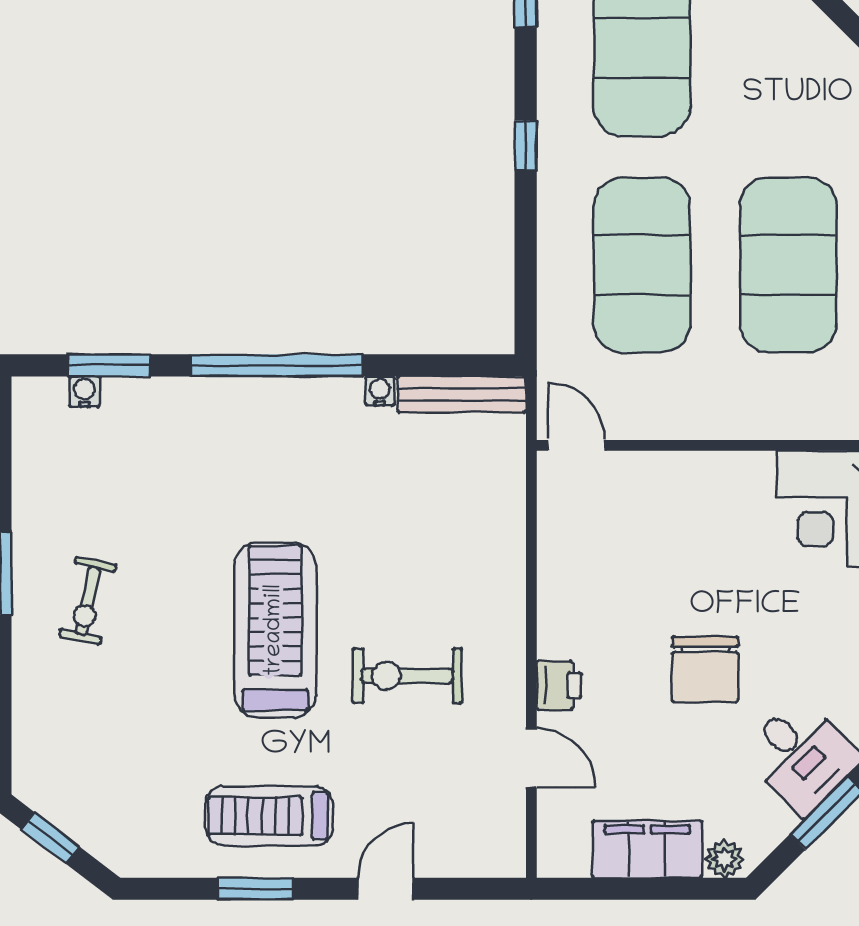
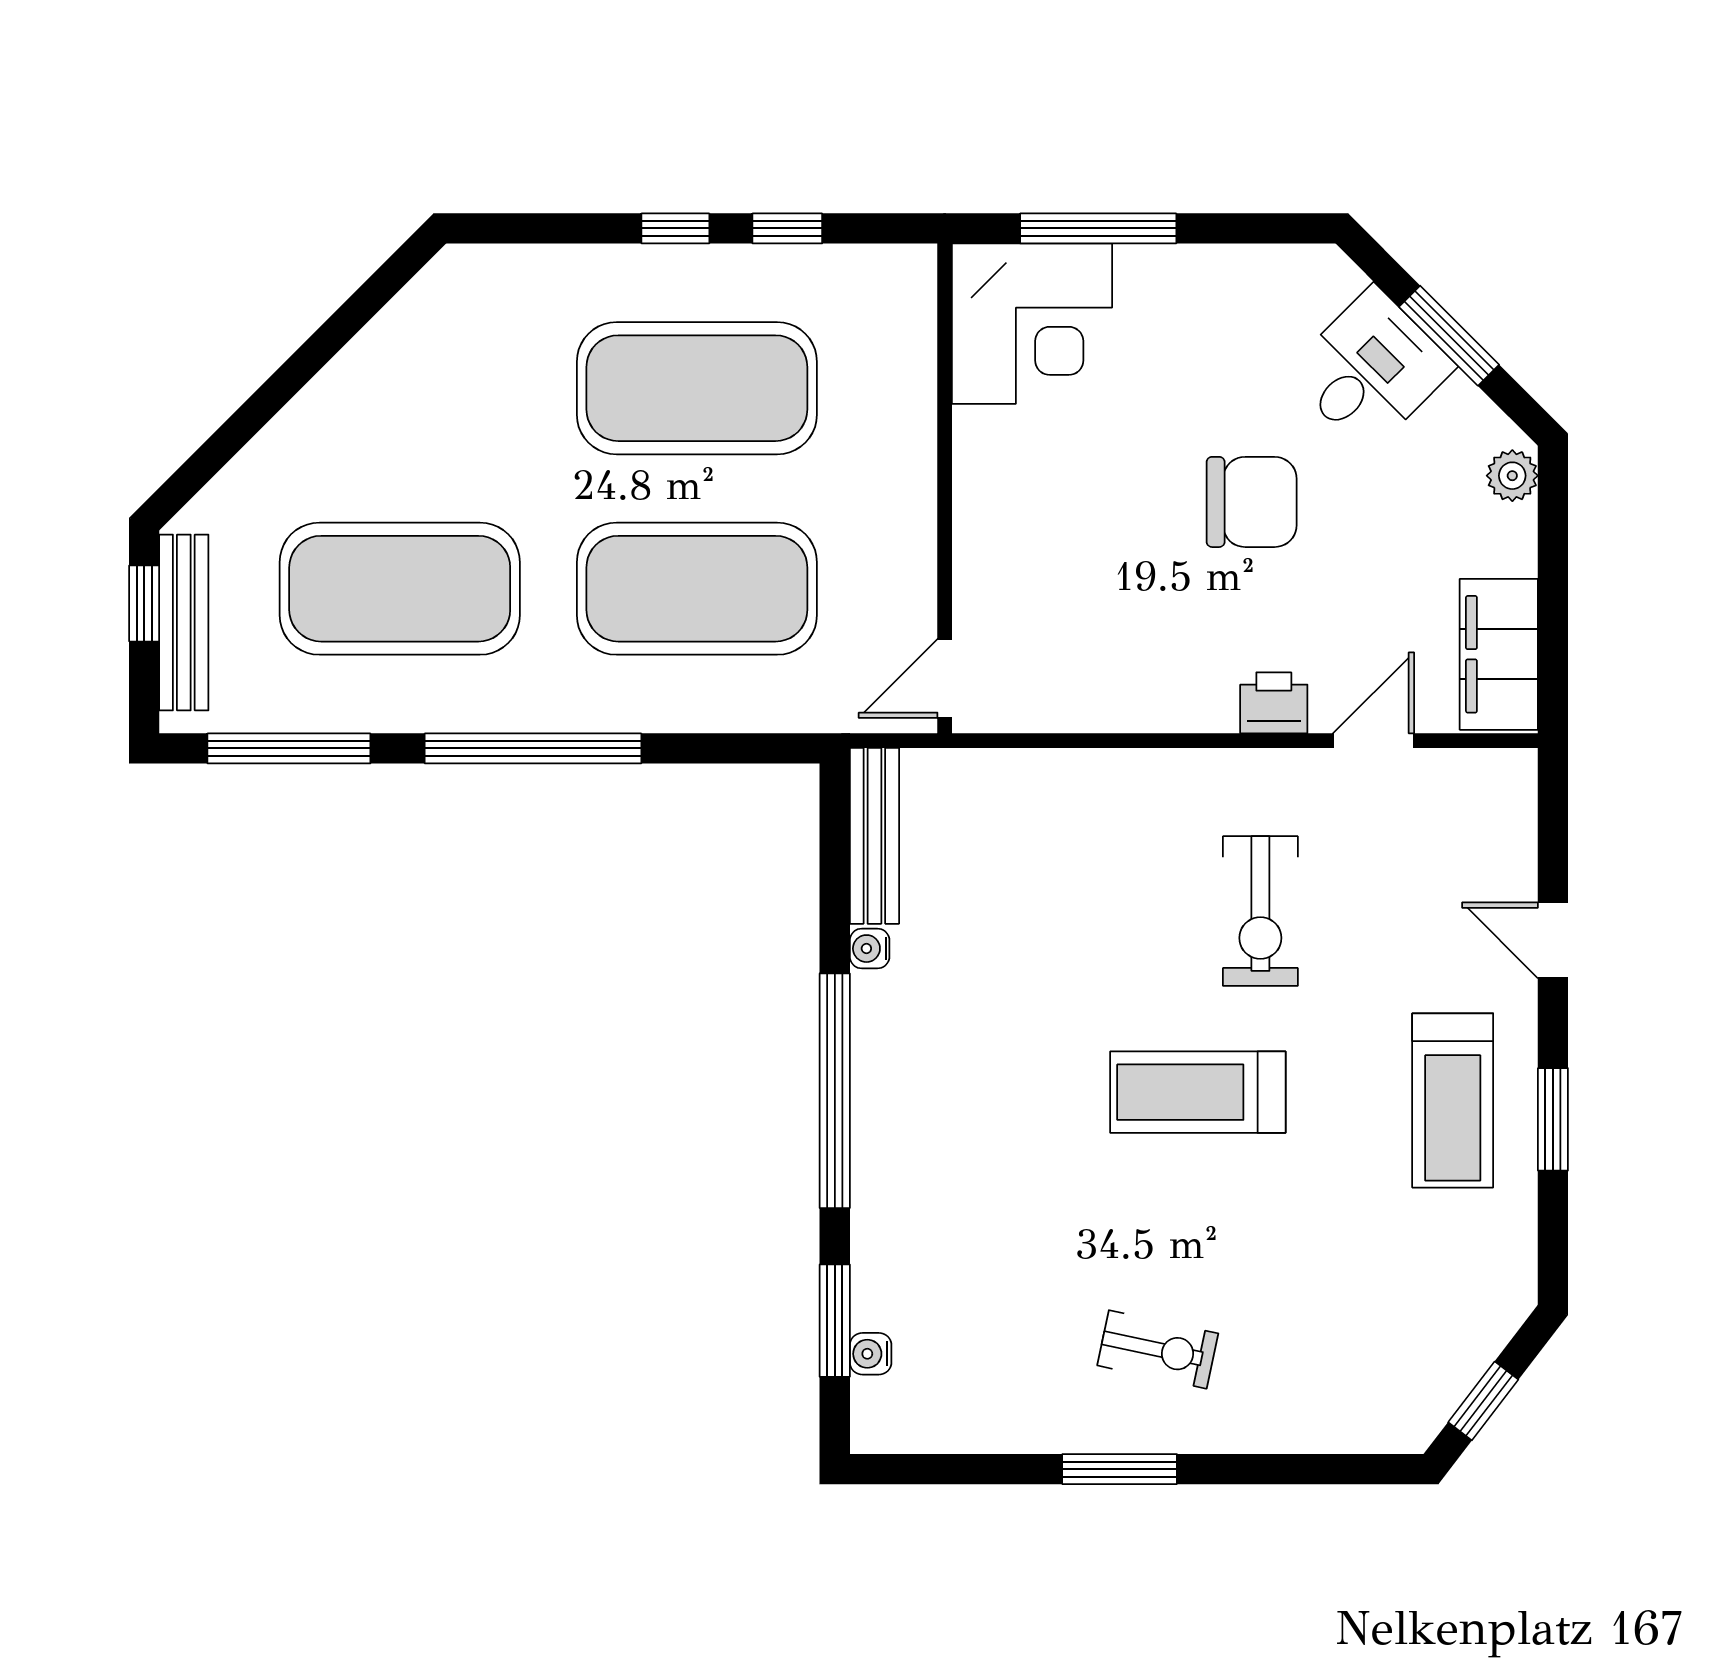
window: (526, 146) -> (533, 748), width x3.17
treadmill: (275, 630) -> (1198, 1092), width x0.73, depth x0.73
filing cabinet: (647, 849) -> (1499, 654), moved

